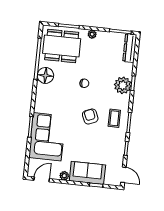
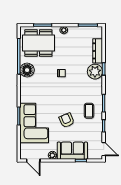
dresser: (130, 48) -> (98, 51), moved
armchair: (90, 116) -> (67, 120), moved
coffee table: (114, 118) -> (89, 111), moved
door: (42, 179) -> (33, 161), swing flipped

